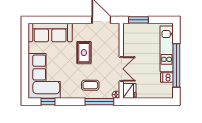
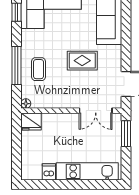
window: (176, 65) -> (65, 184), removed
double door: (121, 69) -> (96, 111), moved
window: (99, 102) -> (16, 65), moved

